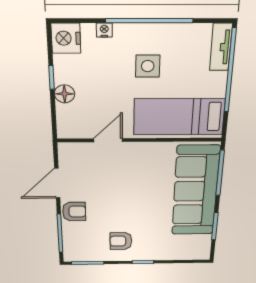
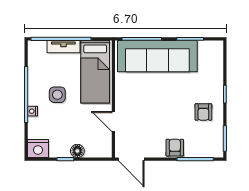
nightstand: (104, 30) -> (32, 111), moved
tv unit: (221, 47) -> (63, 47), moved
door: (57, 183) -> (131, 159), moved

